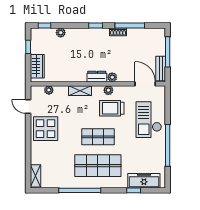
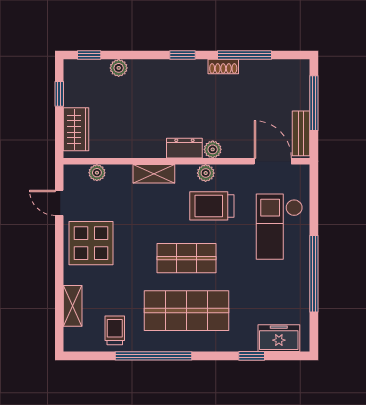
shelving: (35, 176) -> (73, 306), moved
trolley: (59, 176) -> (115, 330), added
freezer: (144, 181) -> (279, 338), width x0.71

